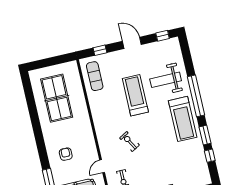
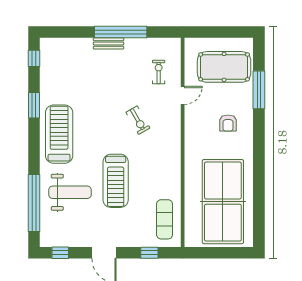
window: (196, 96) -> (34, 203), moved
table tennis table: (57, 98) -> (223, 202), width x1.36, depth x1.32
window: (210, 156) -> (34, 58), moved

